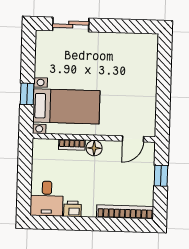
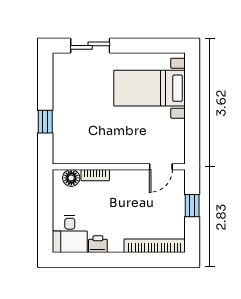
bed with nightstands: (66, 106) -> (149, 88), moved, turned 180
floor lamp: (94, 148) -> (71, 178), moved

